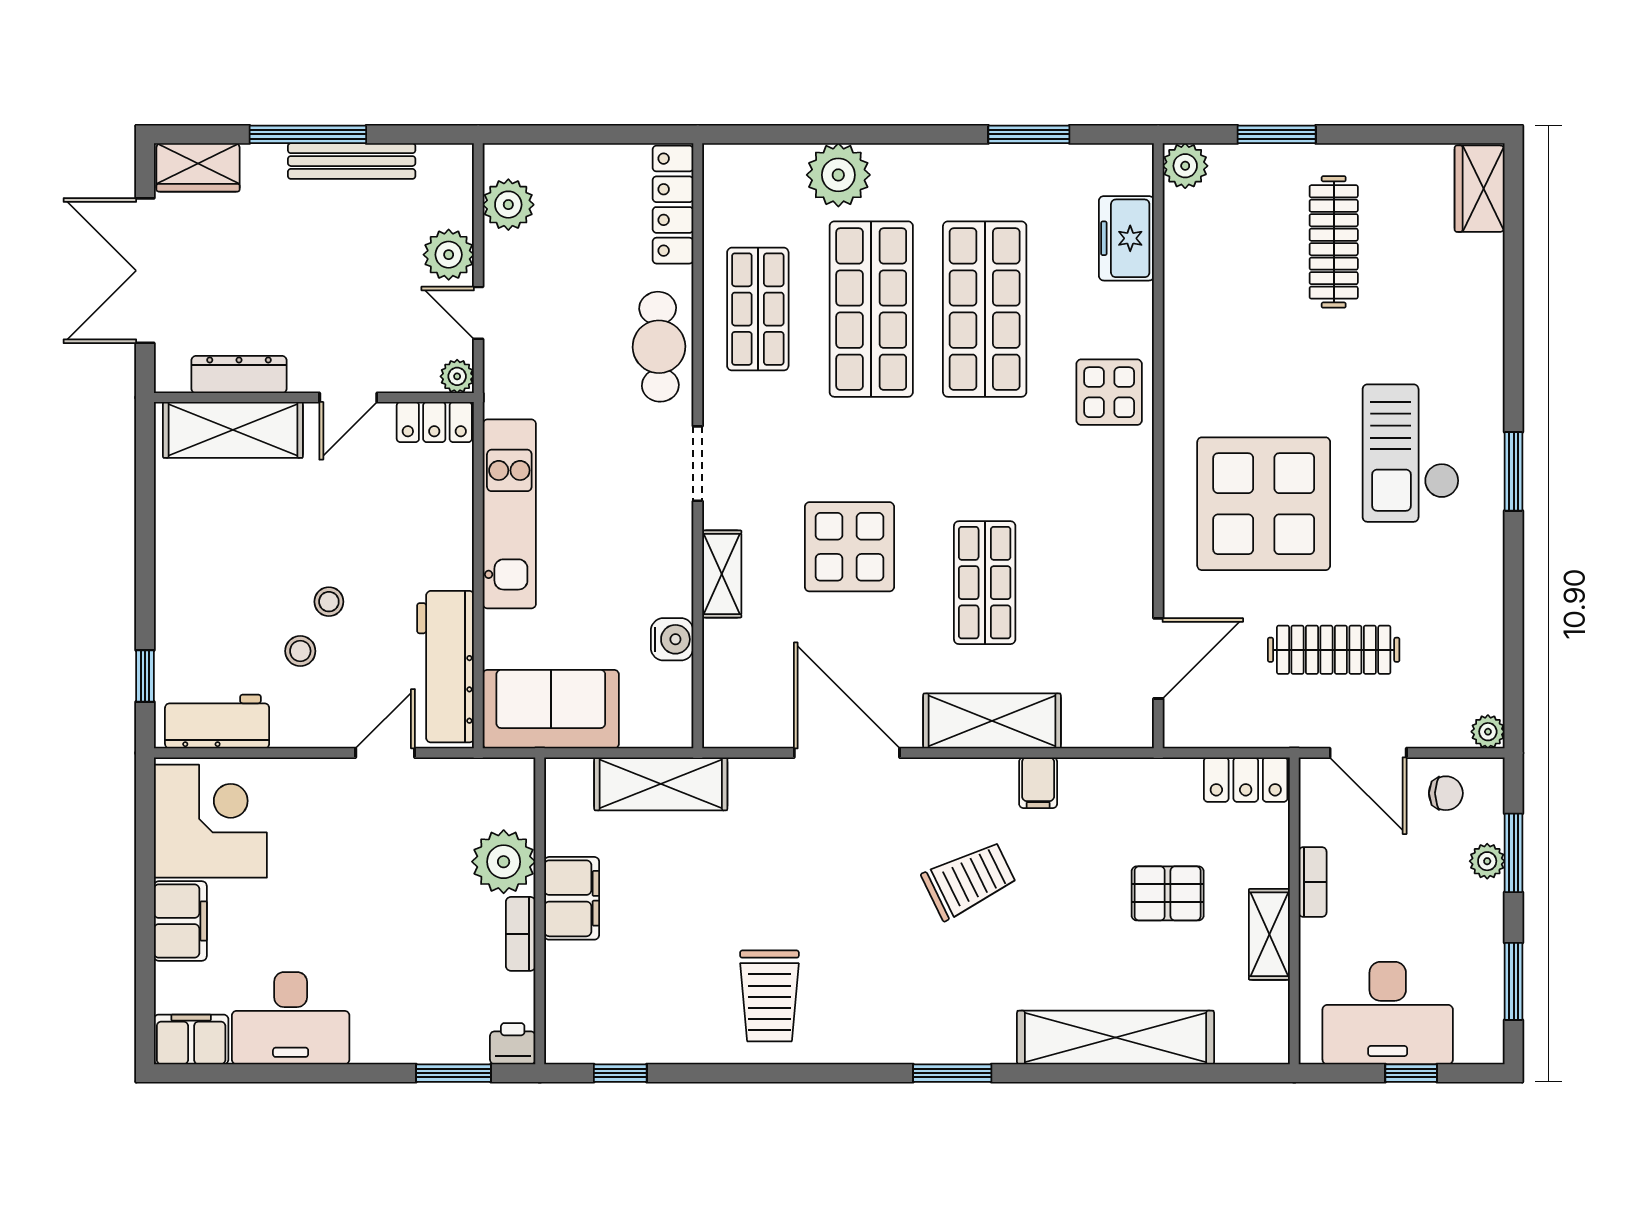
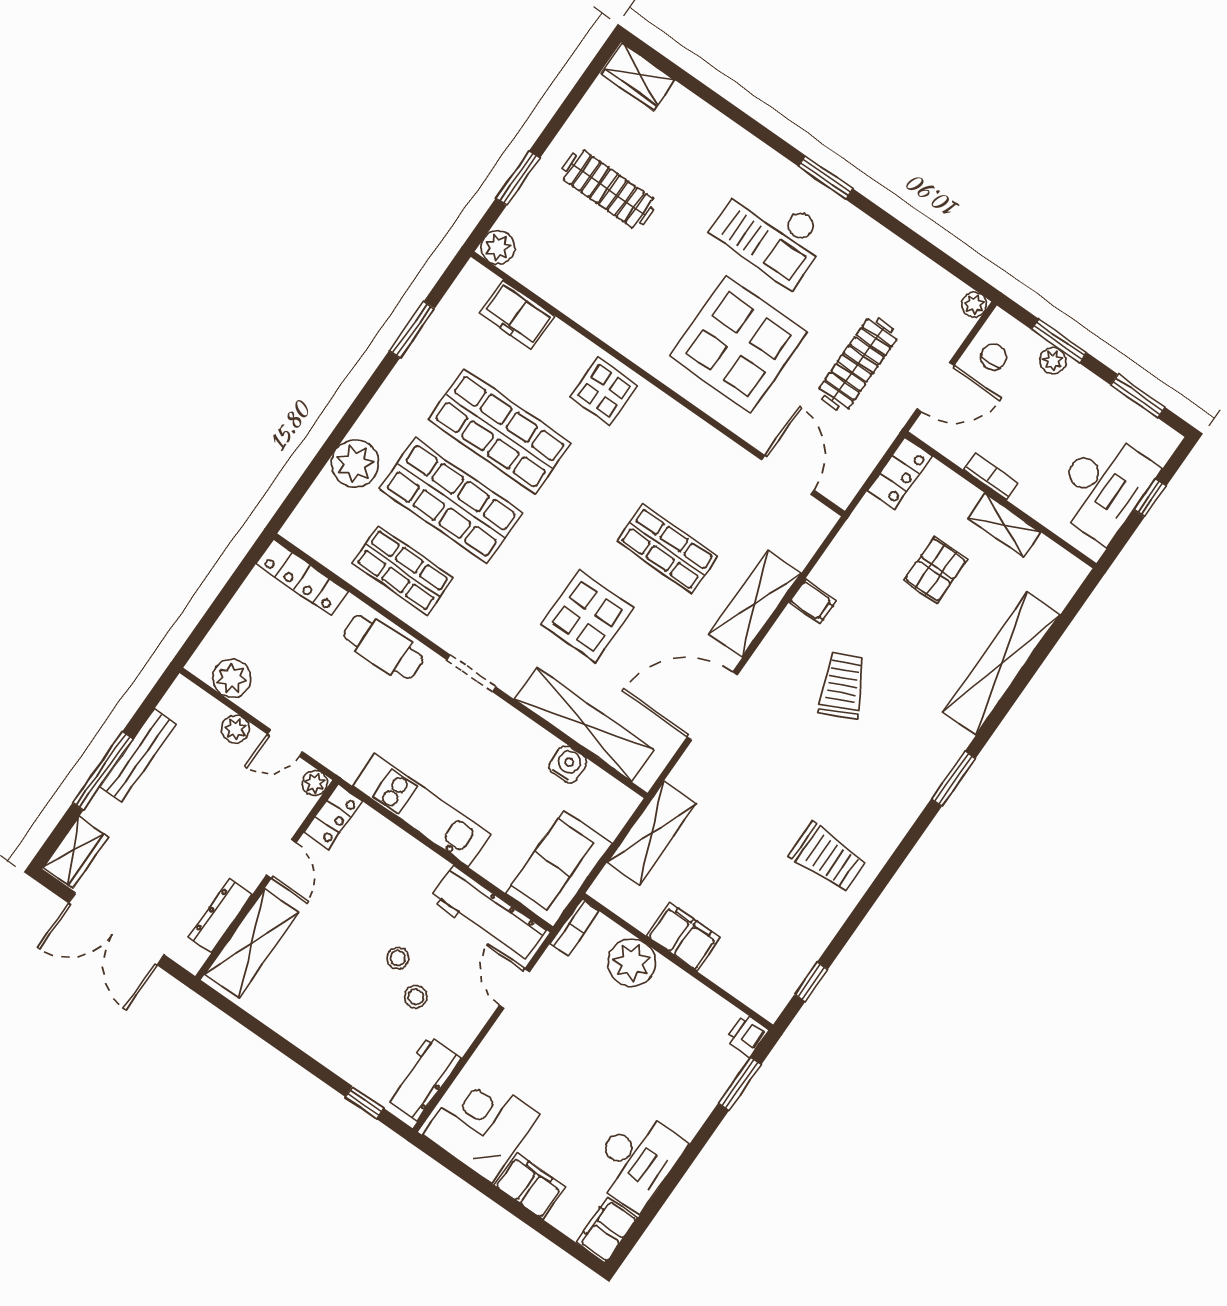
plant: (449, 255) -> (235, 729), width x0.73, depth x0.73
shelving: (722, 574) -> (584, 724), width x2.20, depth x1.33
bookcase: (521, 934) -> (575, 927), moved, turned -90

